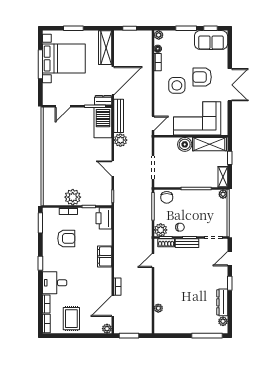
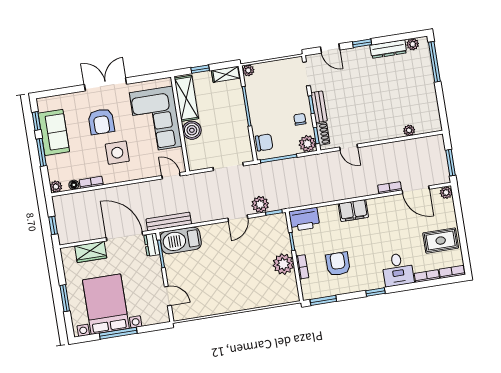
sofa: (211, 40) -> (54, 132), moved
wardrobe: (105, 48) -> (91, 252), width x0.67
plant: (120, 140) -> (260, 204), moved

